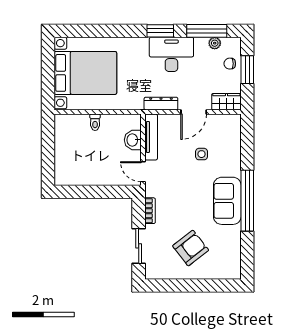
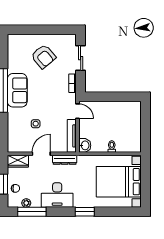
window: (160, 31) -> (85, 212), moved
washbasin: (133, 140) -> (85, 145), moved
armchair: (191, 248) -> (43, 57), turned -92

